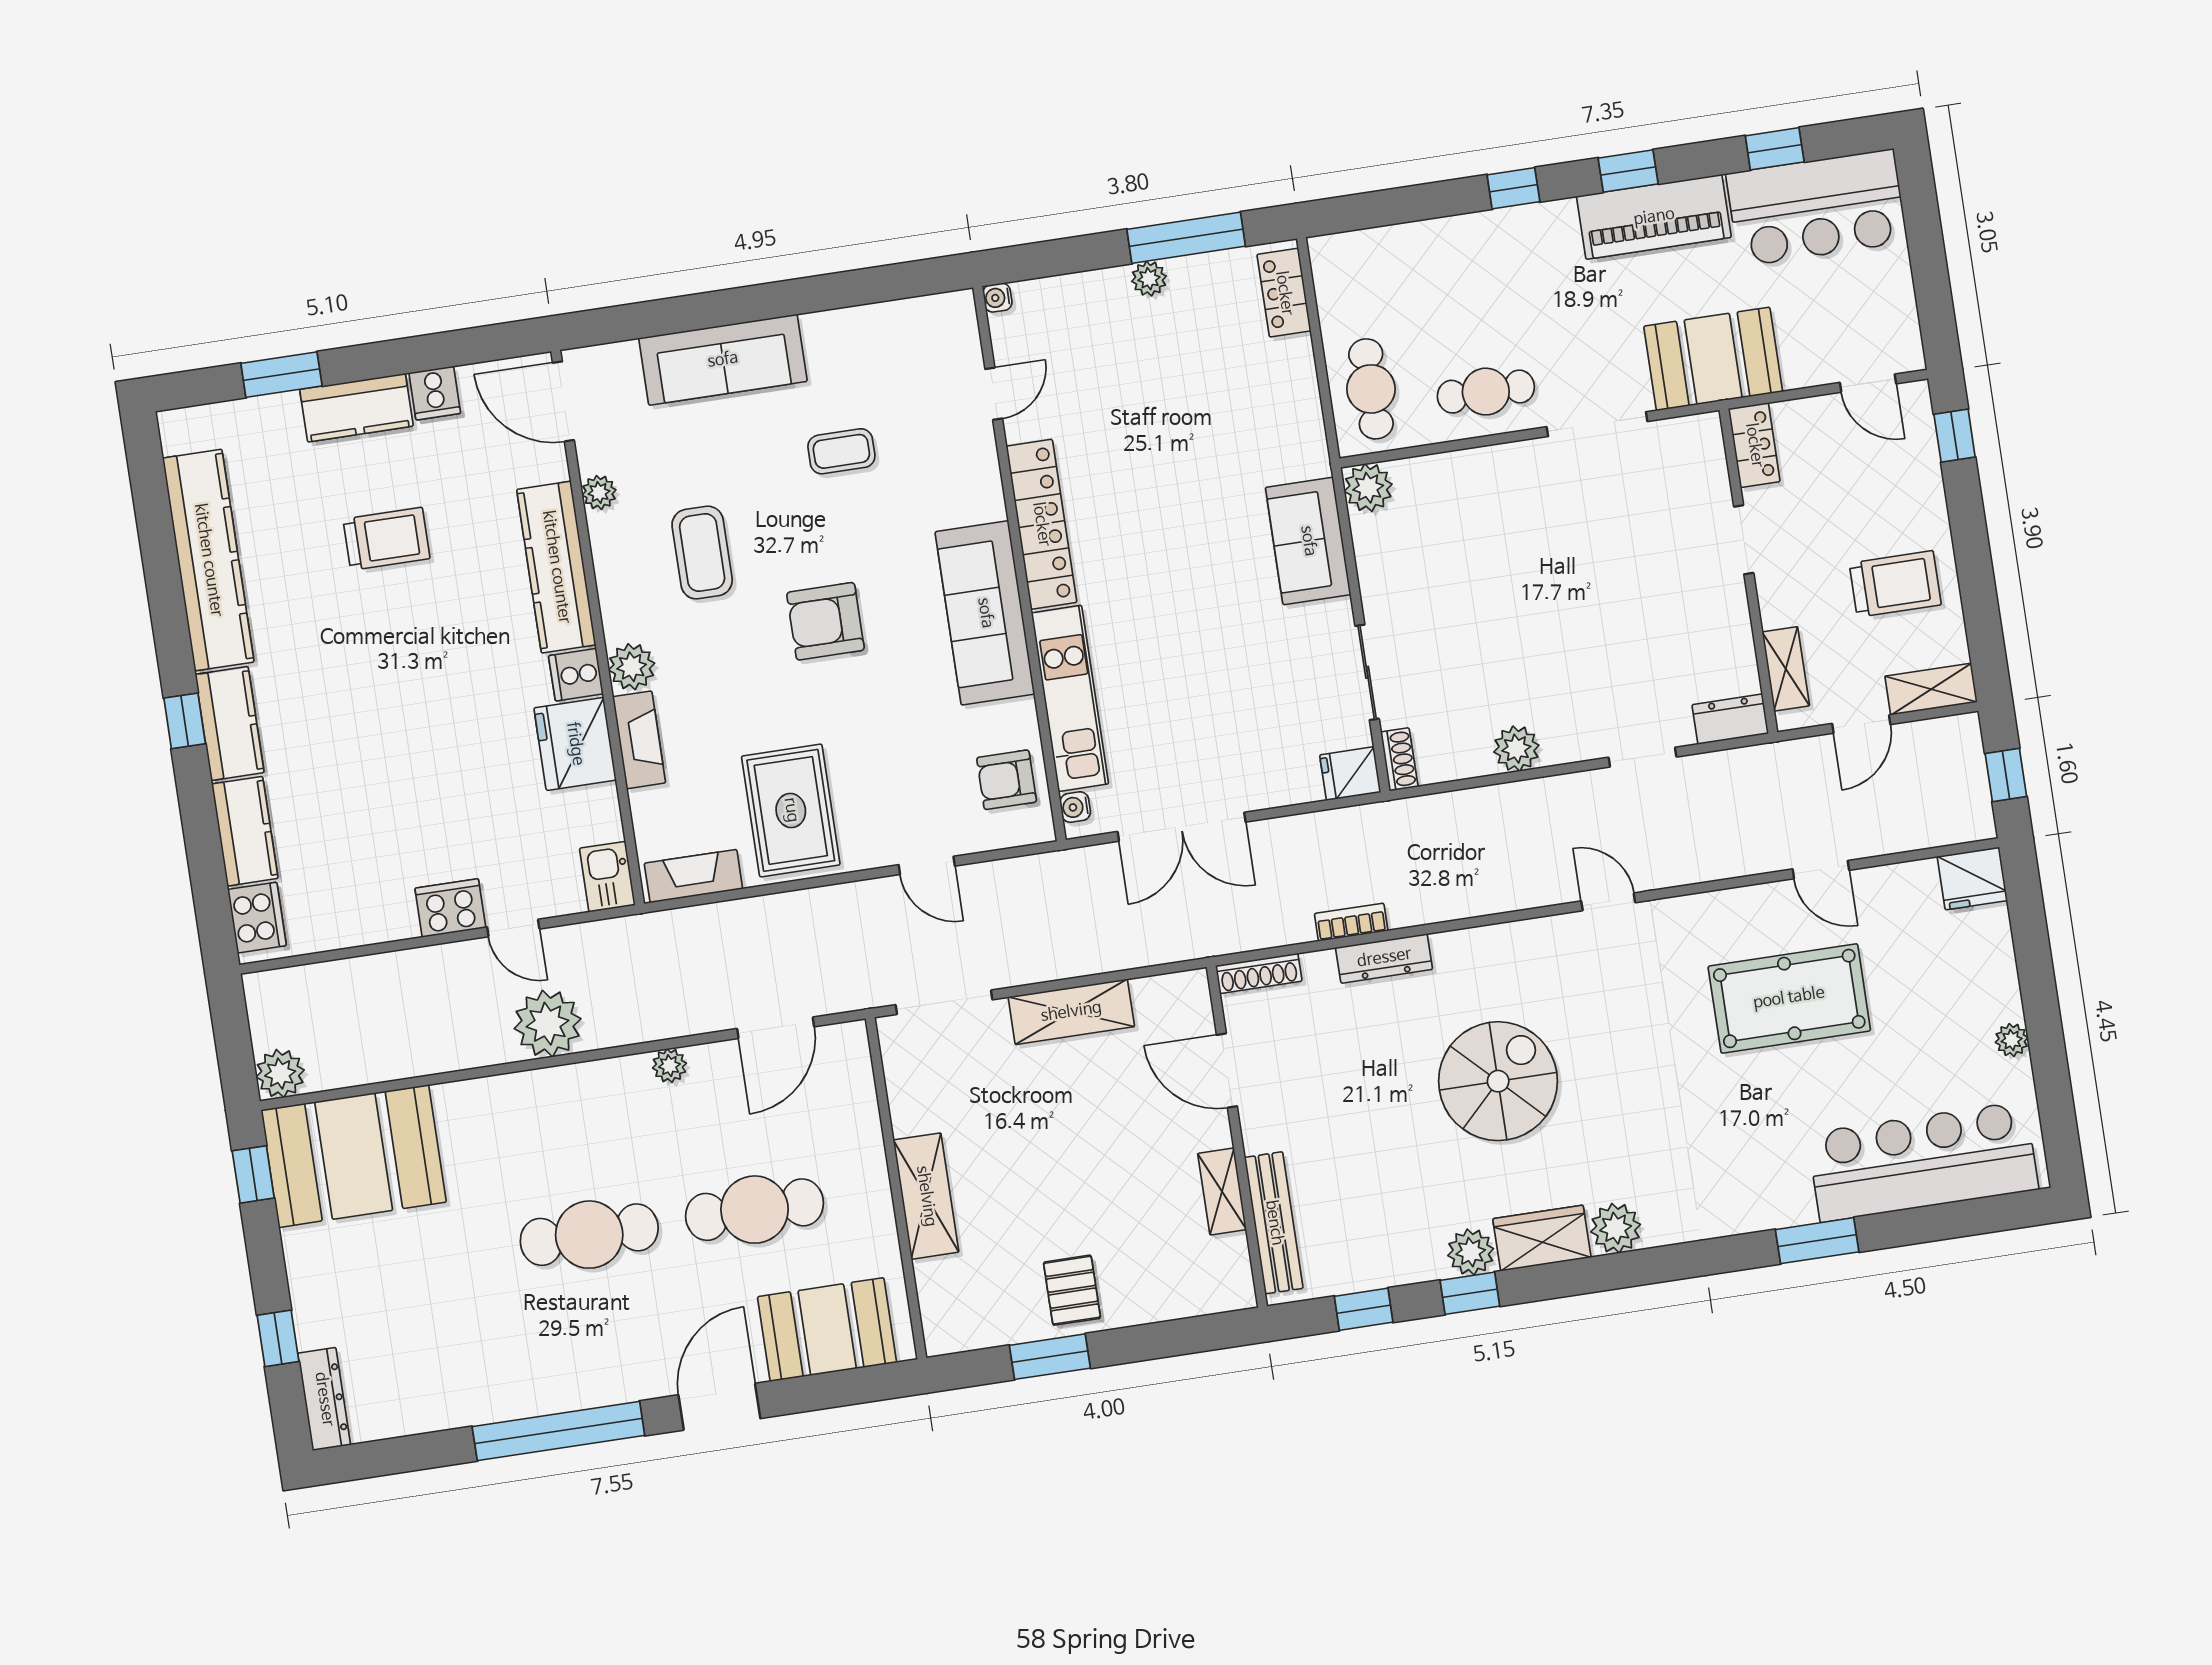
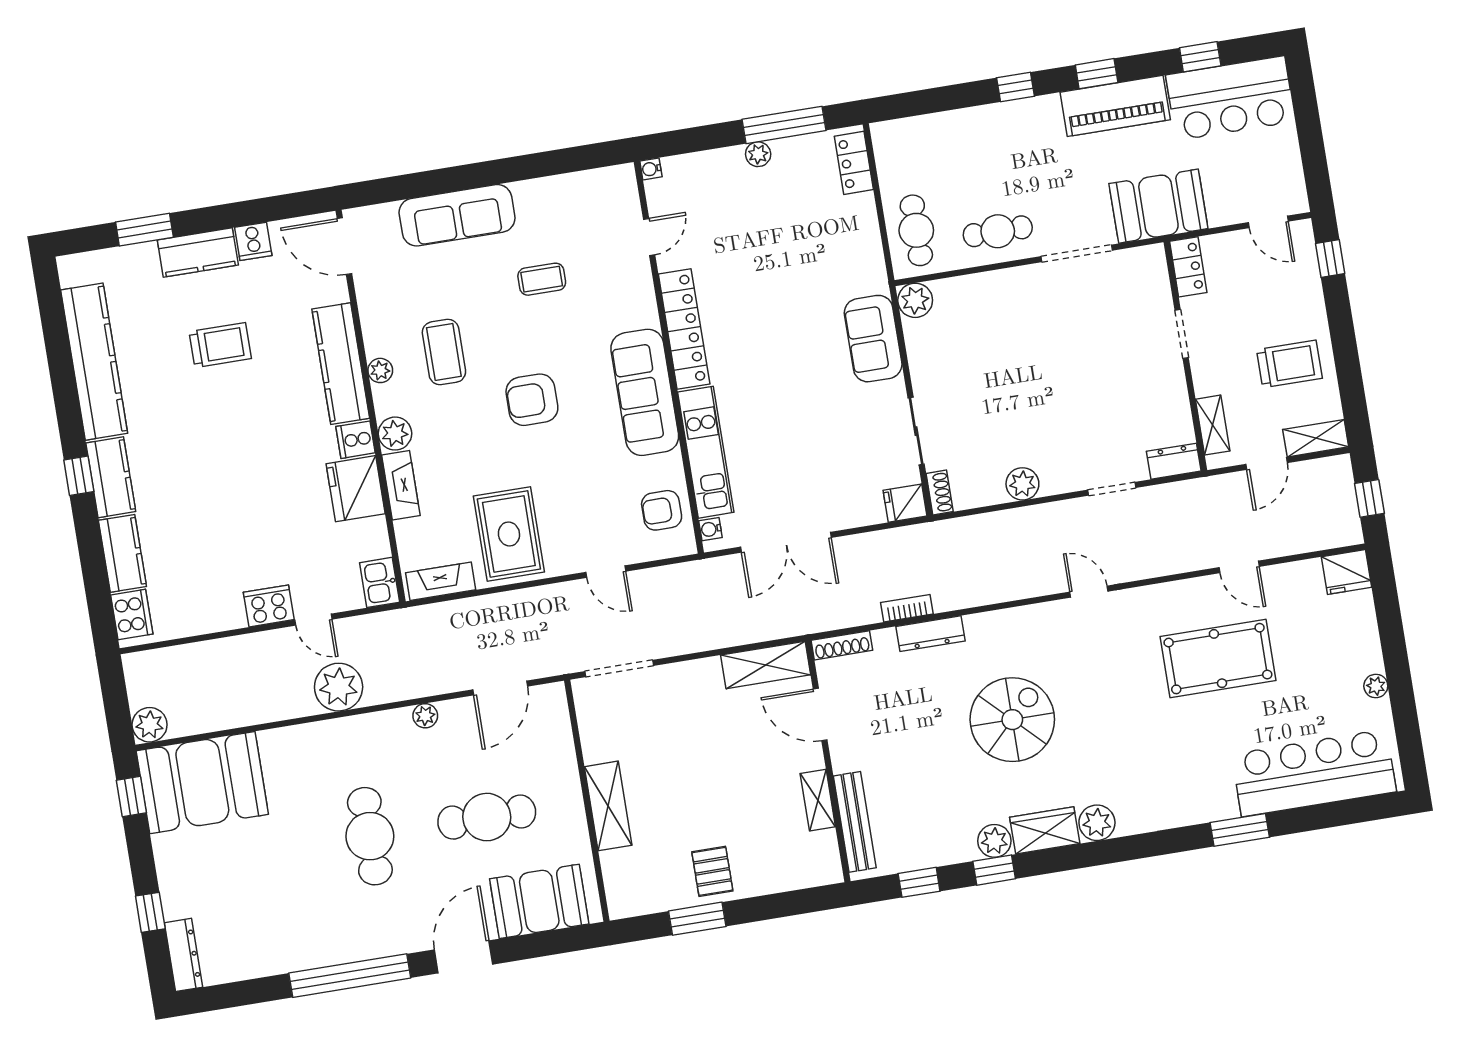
plant: (599, 492) -> (380, 370), moved
shelving: (1071, 1012) -> (766, 665), moved
cafe table: (589, 1235) -> (370, 836), turned 90

